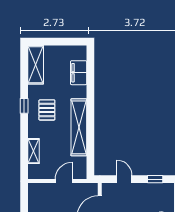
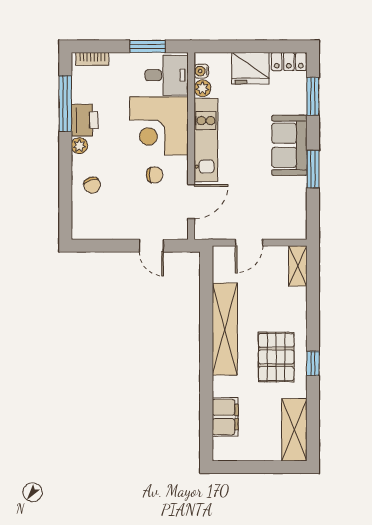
pallet: (47, 110) -> (276, 357), width x1.50, depth x1.42
shelving: (34, 151) -> (298, 266), moved
window: (155, 179) -> (102, 246), removed

